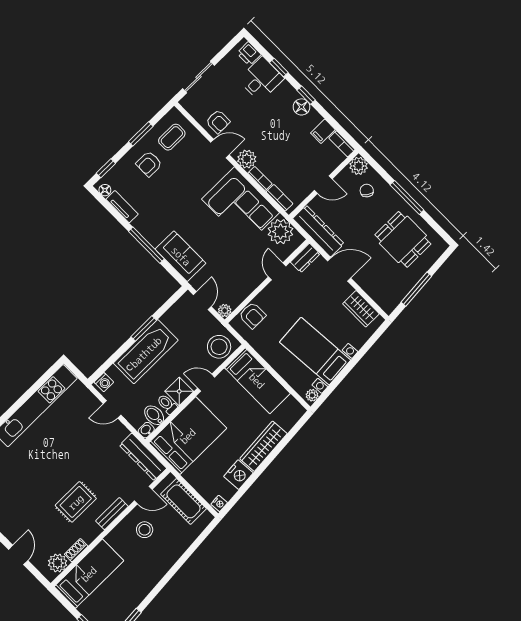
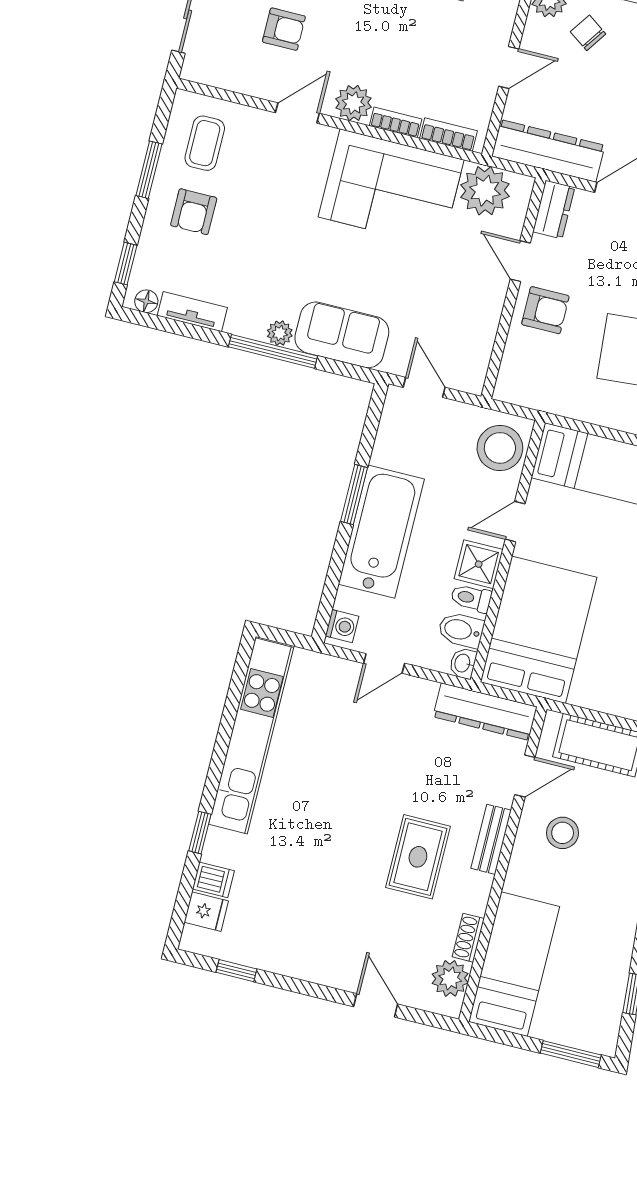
armchair: (218, 122) -> (284, 29), moved
plant: (225, 311) -> (280, 333), moved
armchair: (252, 315) -> (545, 310), moved

